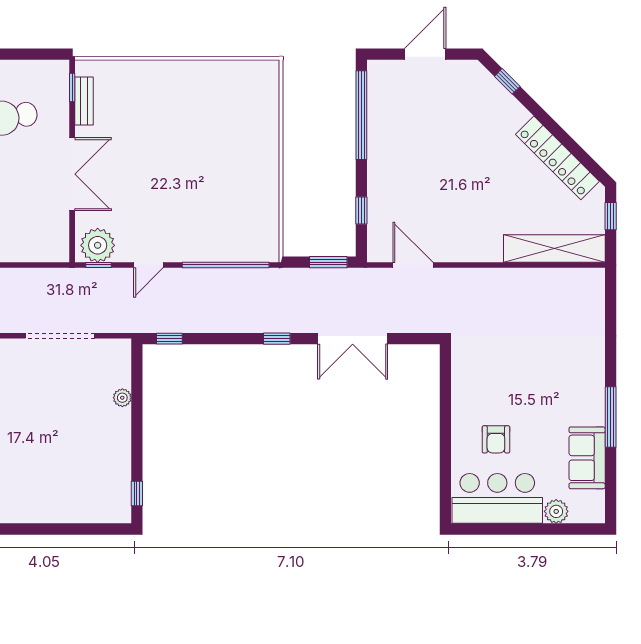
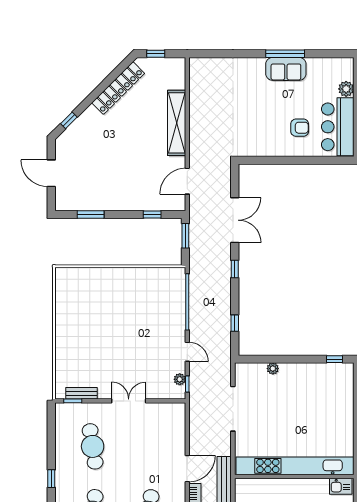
window: (361, 115) -> (91, 214), width x0.47
double door: (72, 174) -> (129, 401), width x0.73
plant: (98, 245) -> (180, 379), width x0.53, depth x0.53
shelving: (554, 249) -> (177, 123), moved
window: (169, 339) -> (235, 323), moved
sofa: (587, 458) -> (286, 69), moved

